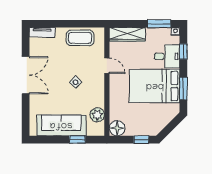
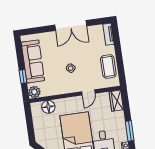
wardrobe: (127, 34) -> (116, 101), width x0.67
plant: (97, 115) -> (34, 92), moved
floor lamp: (117, 128) -> (48, 107), moved
window: (141, 140) -> (31, 130), removed

